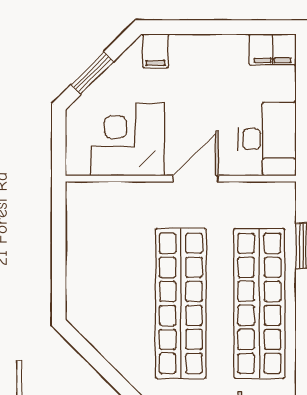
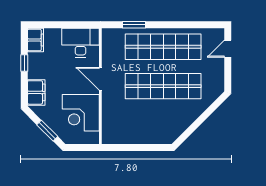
window: (227, 27) -> (24, 63), added
filing cabinet: (156, 51) -> (36, 92), width x2.00

